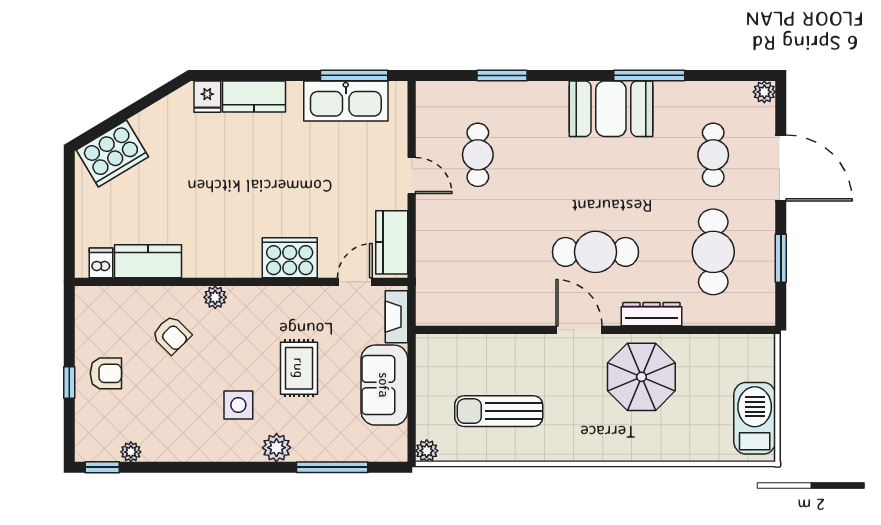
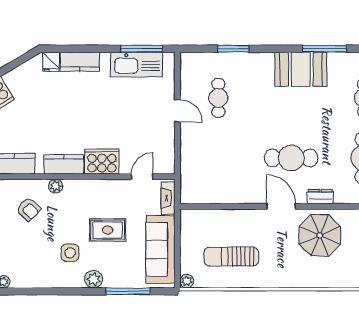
kitchen counter: (392, 242) -> (64, 164), moved, turned 90
dresser: (651, 314) -> (320, 197), width x0.70
rug: (299, 368) -> (108, 230), turned 90
sofa: (384, 385) -> (160, 249), width x1.36

